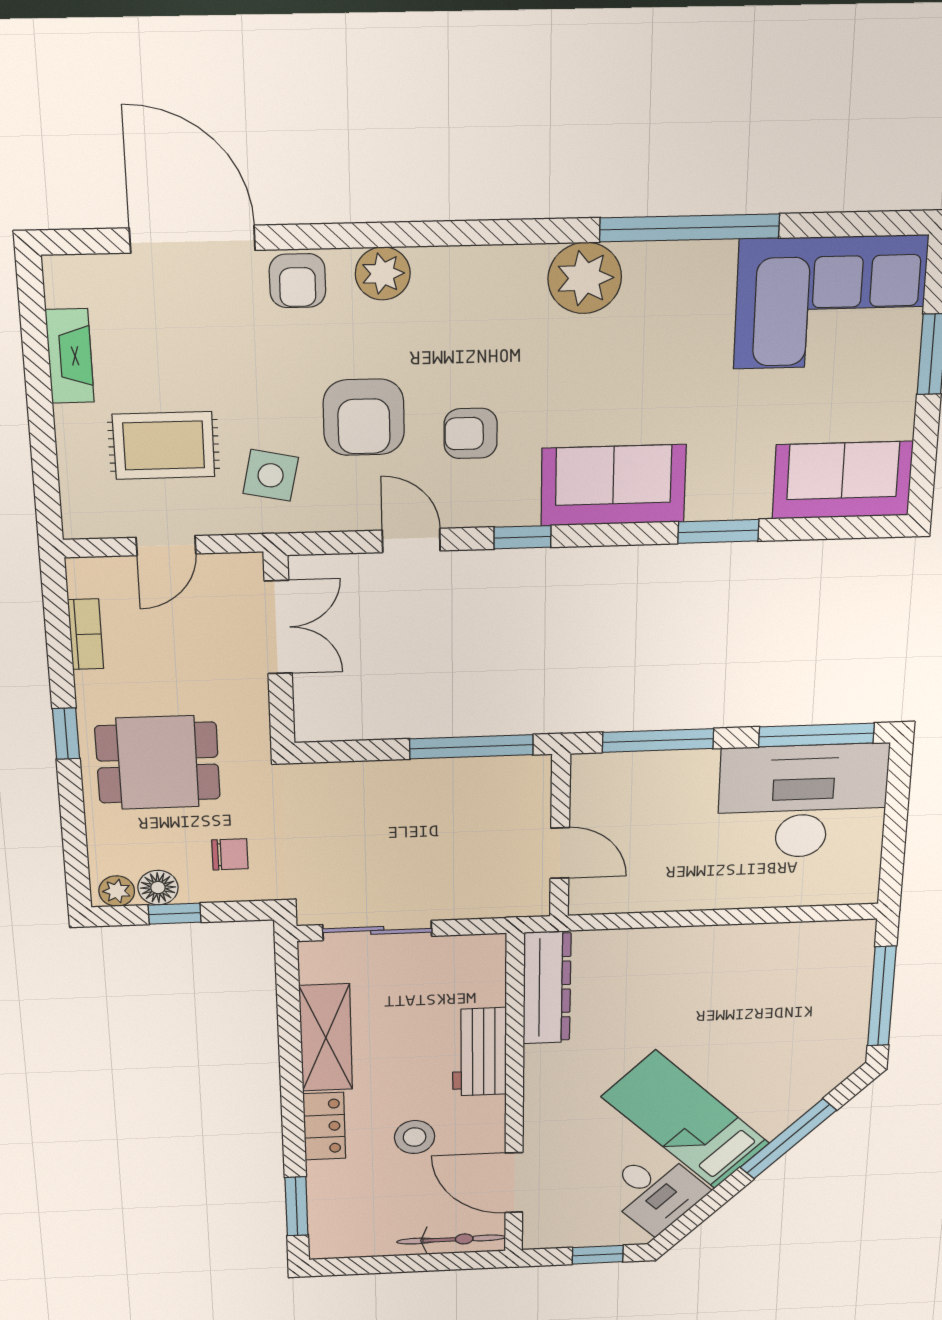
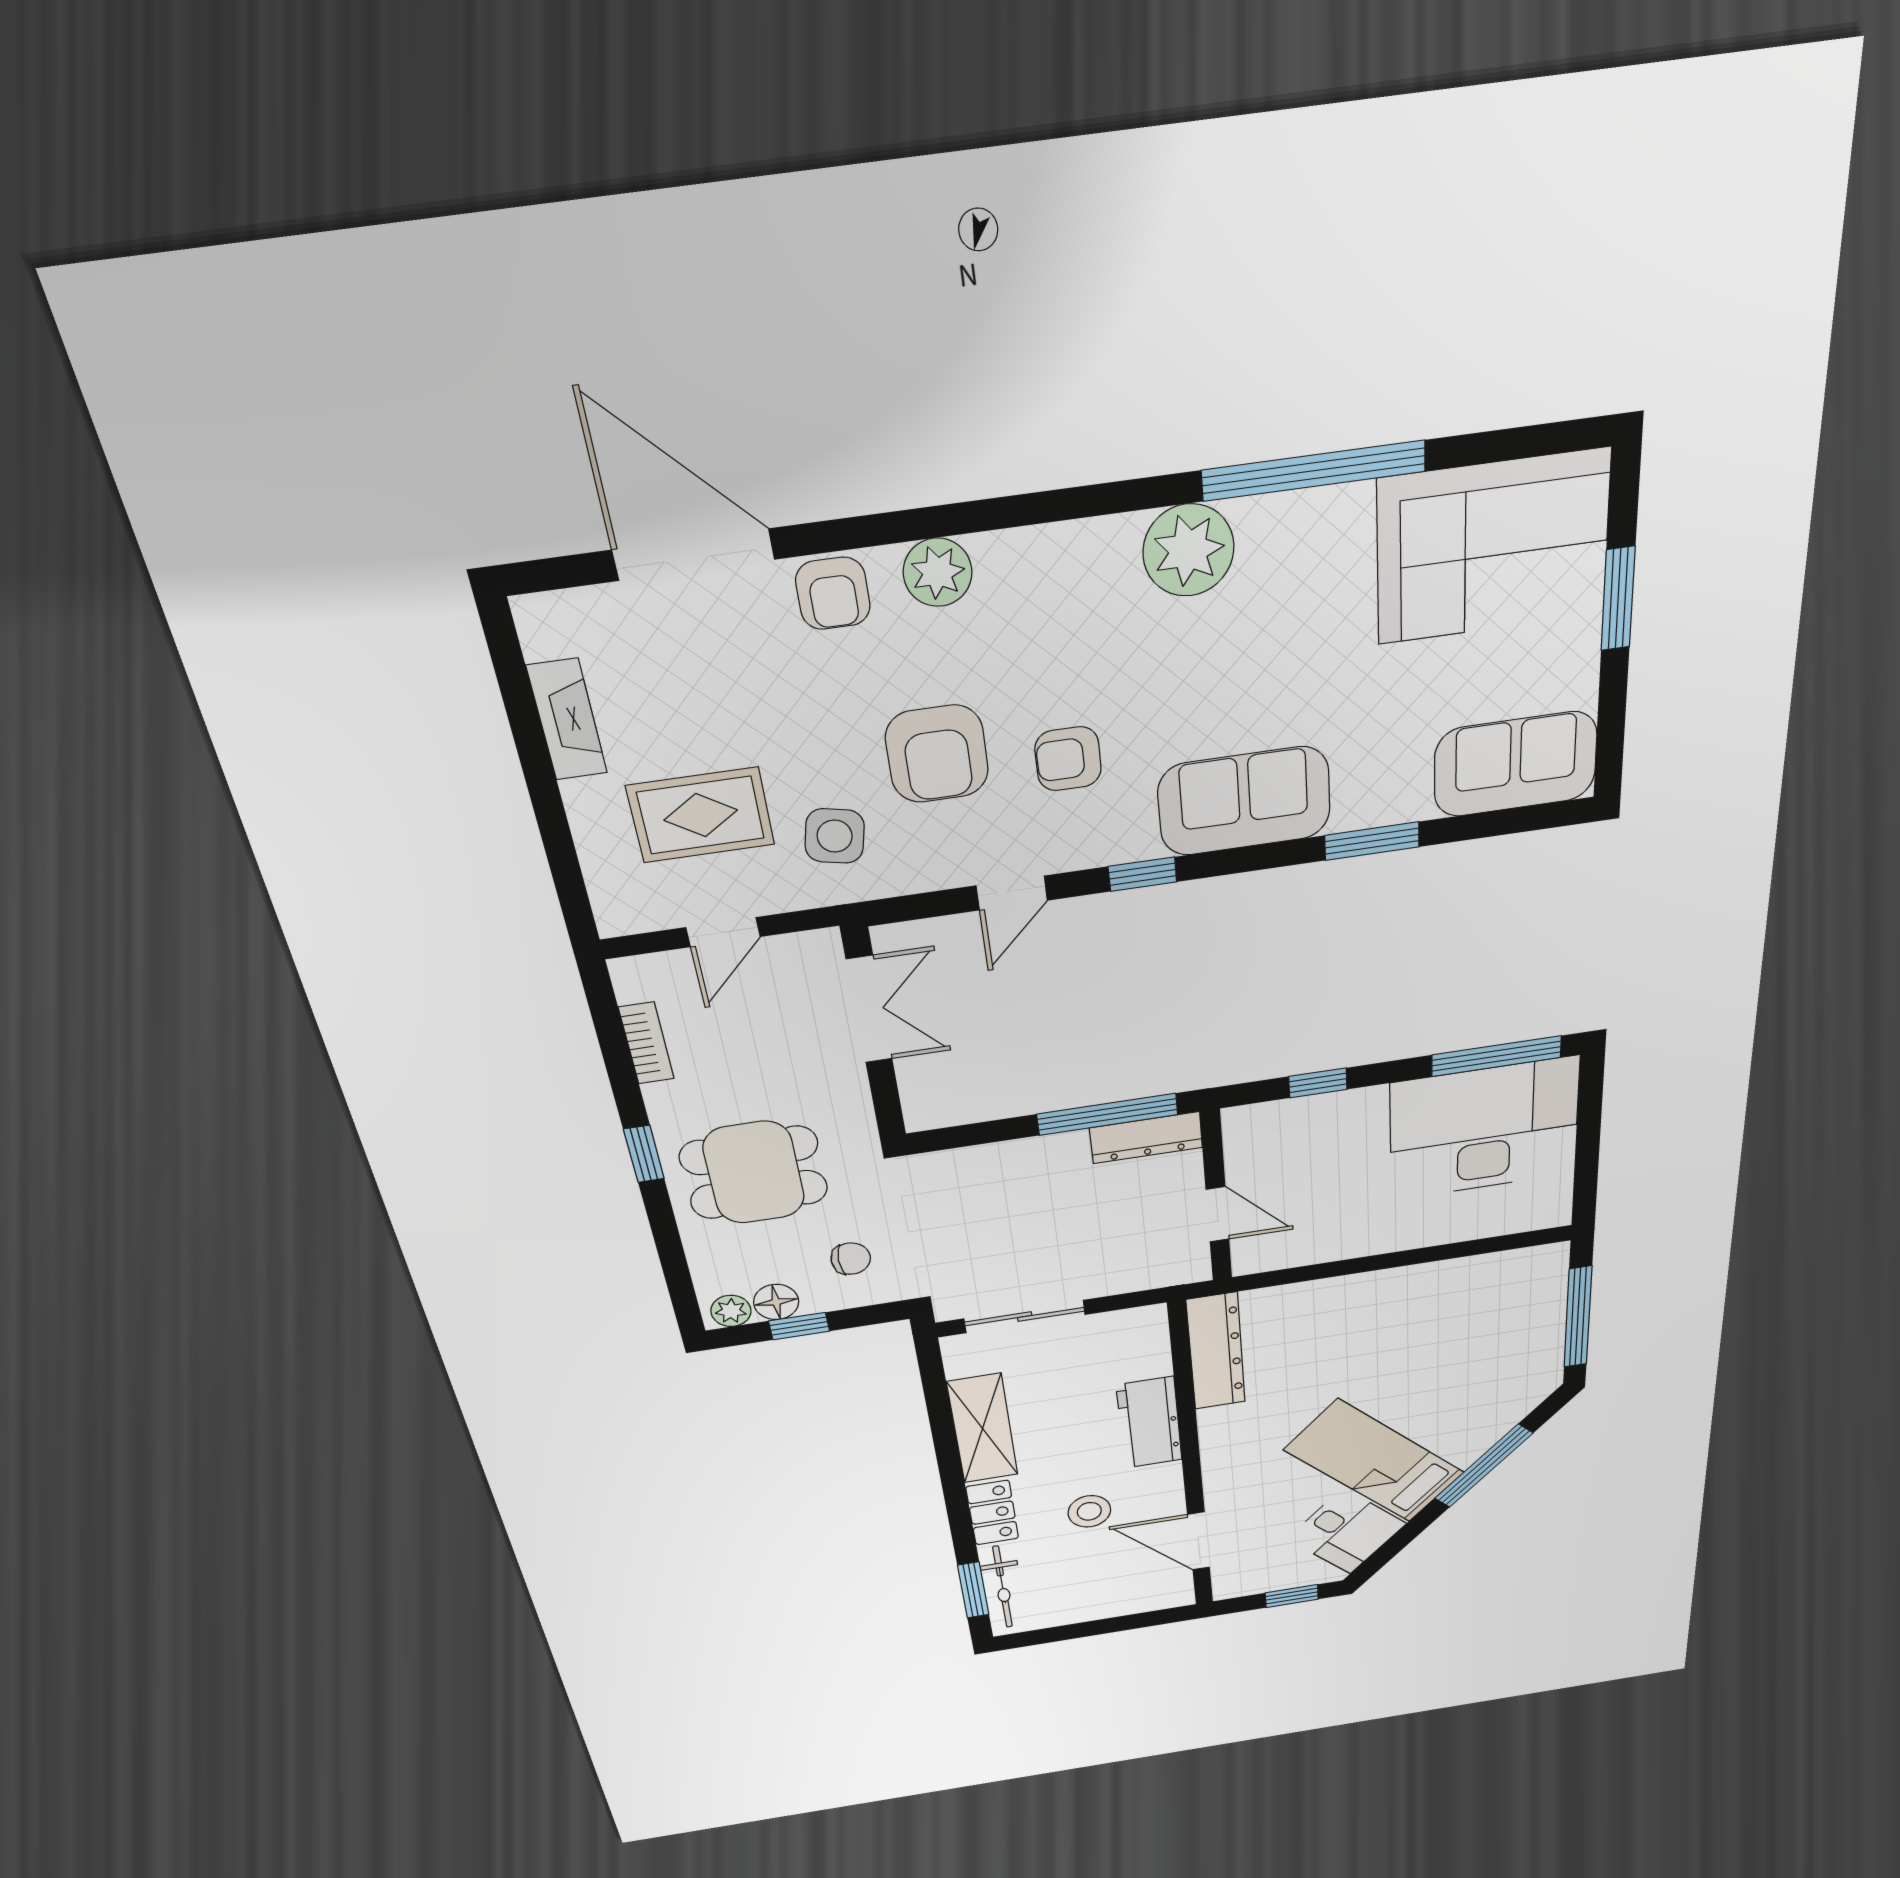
door: (411, 541) -> (1012, 893), swing flipped
window: (658, 740) -> (1318, 1083), width x0.46
dresser: (503, 773) -> (1146, 1138), added
bicycle: (451, 1239) -> (1003, 1587), moved, turned 90

